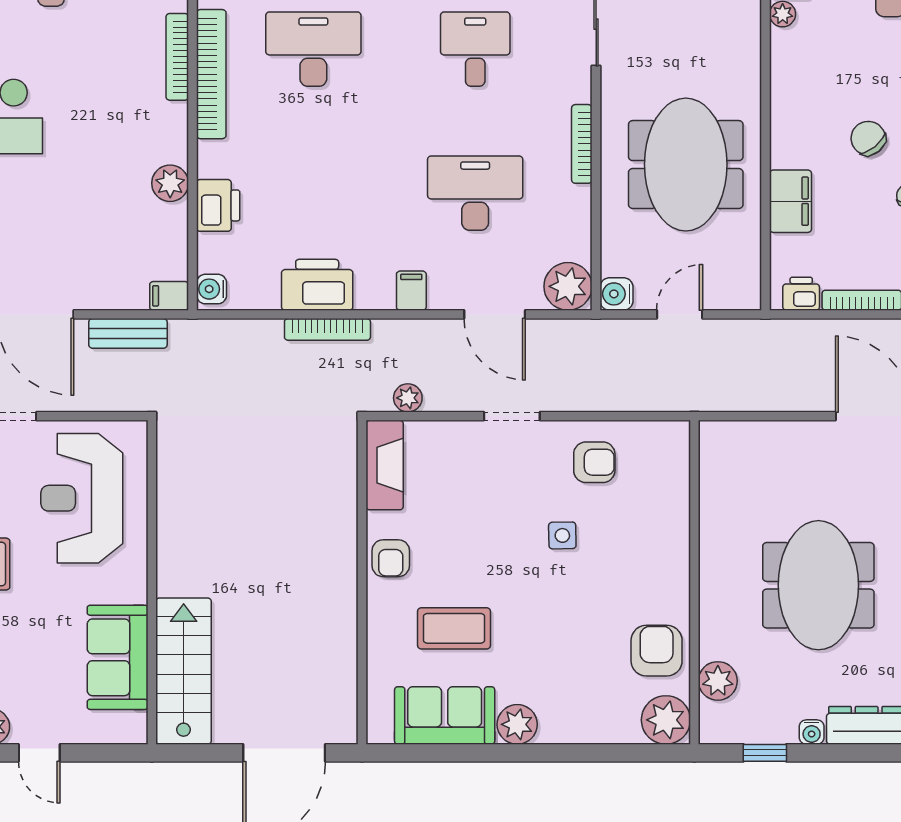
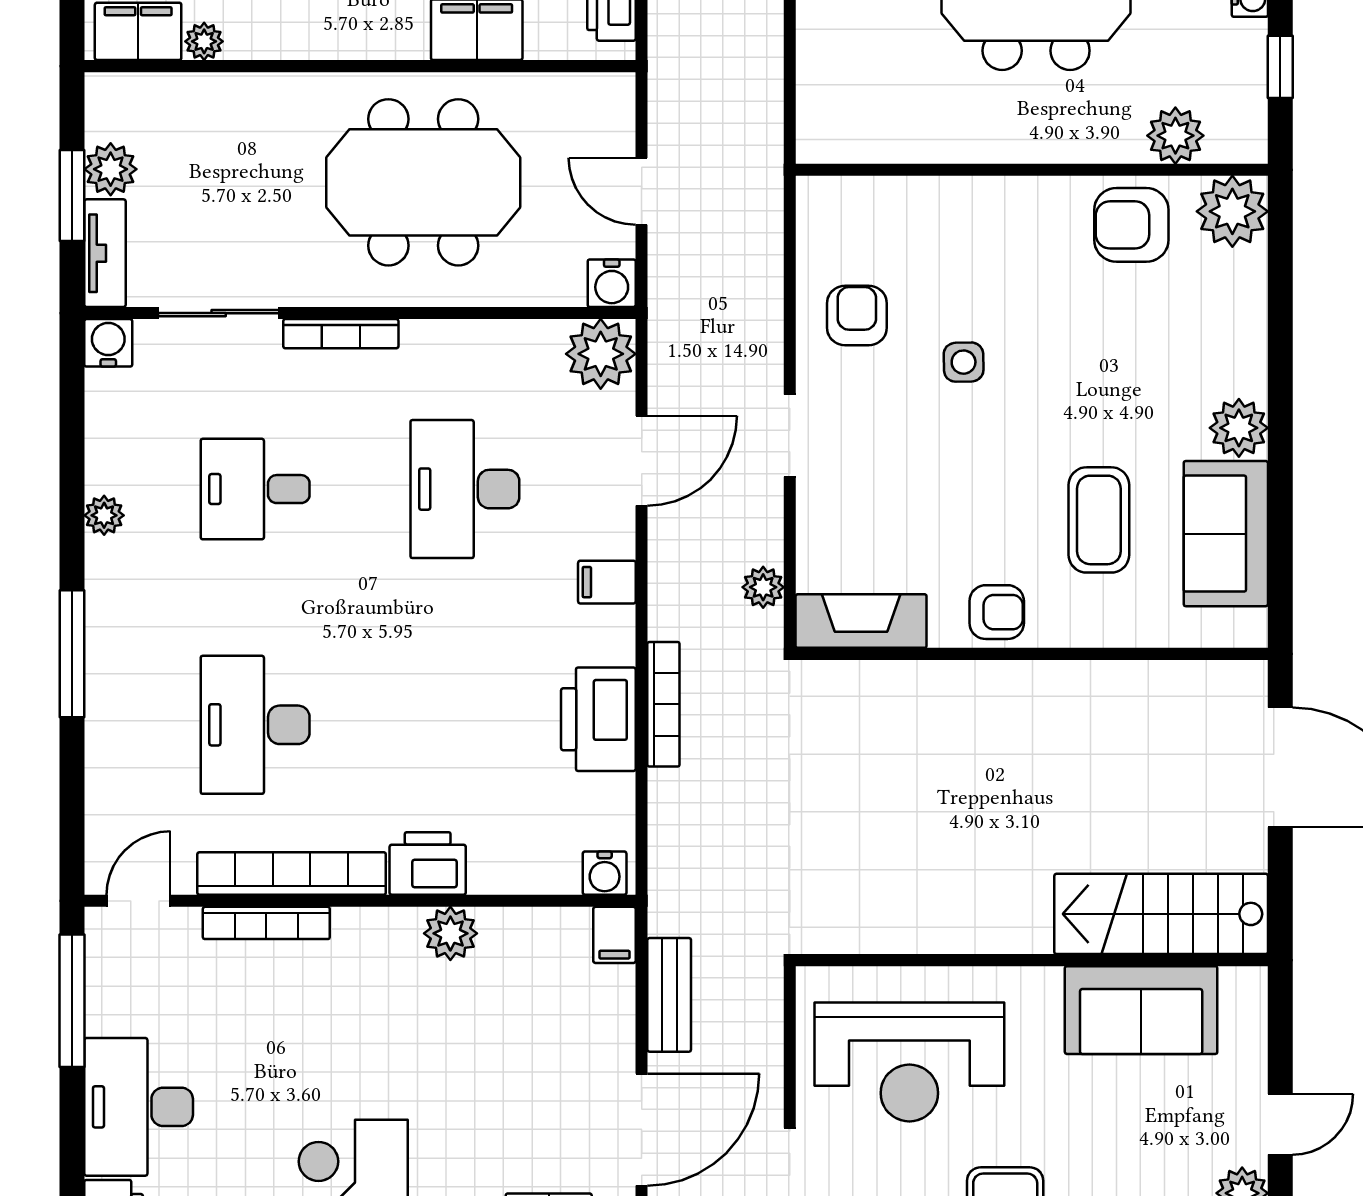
bookcase: (582, 144) -> (341, 334), moved
printer: (218, 205) -> (428, 863), moved

